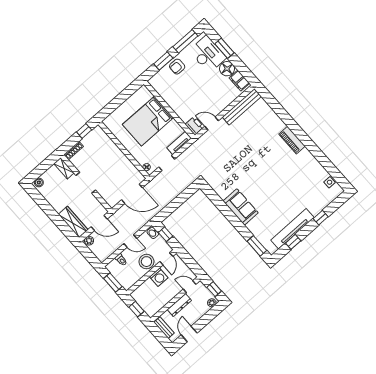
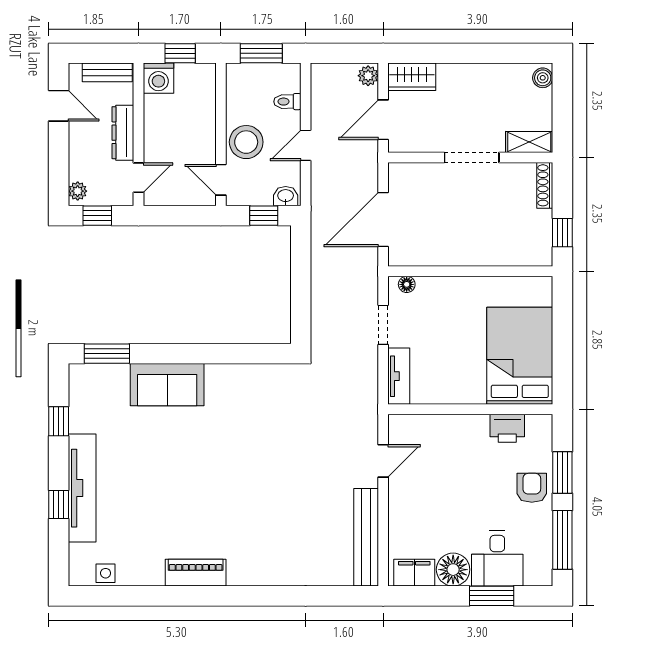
desk: (208, 54) -> (497, 558), width x0.73
bed: (148, 121) -> (520, 356), moved
printer: (194, 126) -> (507, 428), moved
piano: (292, 140) -> (196, 573), moved
sofa: (241, 207) -> (167, 385), moved
wardrobe: (73, 222) -> (412, 77), width x0.67
tv unit: (292, 229) -> (82, 488), moved
washing machine: (159, 277) -> (158, 78), moved, turned -90

